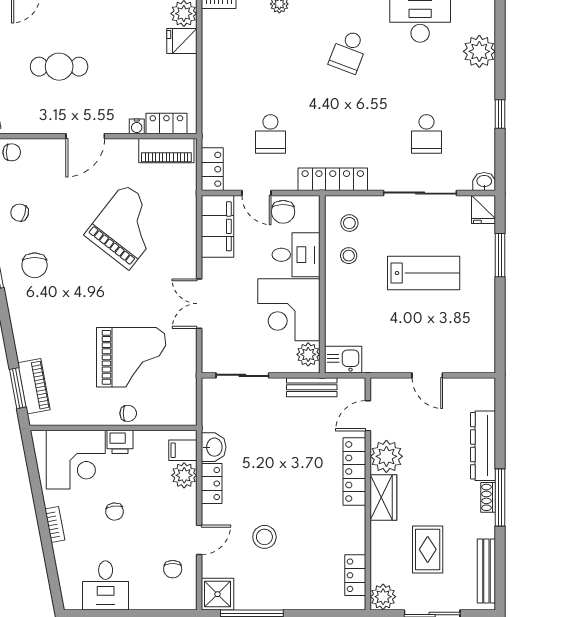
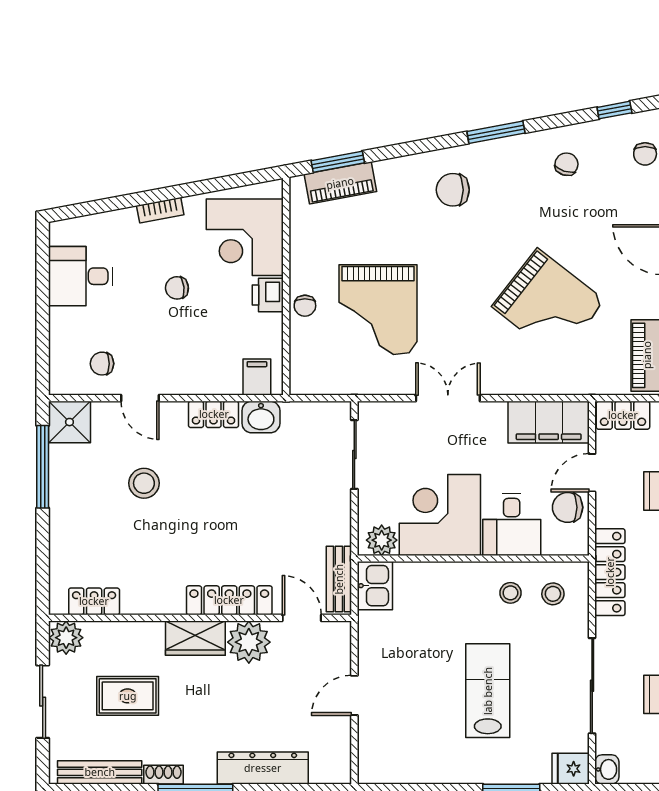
chair: (35, 265) -> (453, 190), moved
lab bench: (424, 273) -> (488, 691), turned 180
bench: (312, 387) -> (339, 579), moved
plant: (184, 475) -> (224, 379), removed
shoe rack: (488, 497) -> (164, 775), moved

